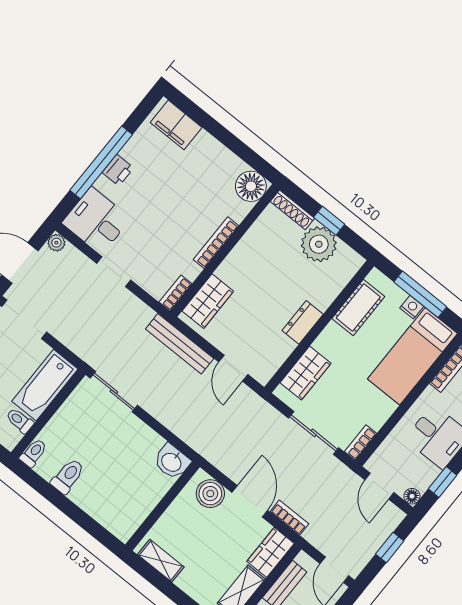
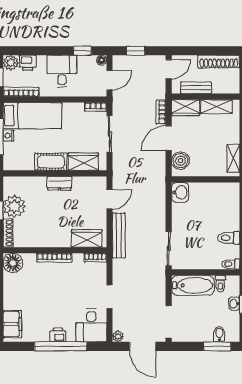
cot: (358, 308) -> (51, 162), moved

